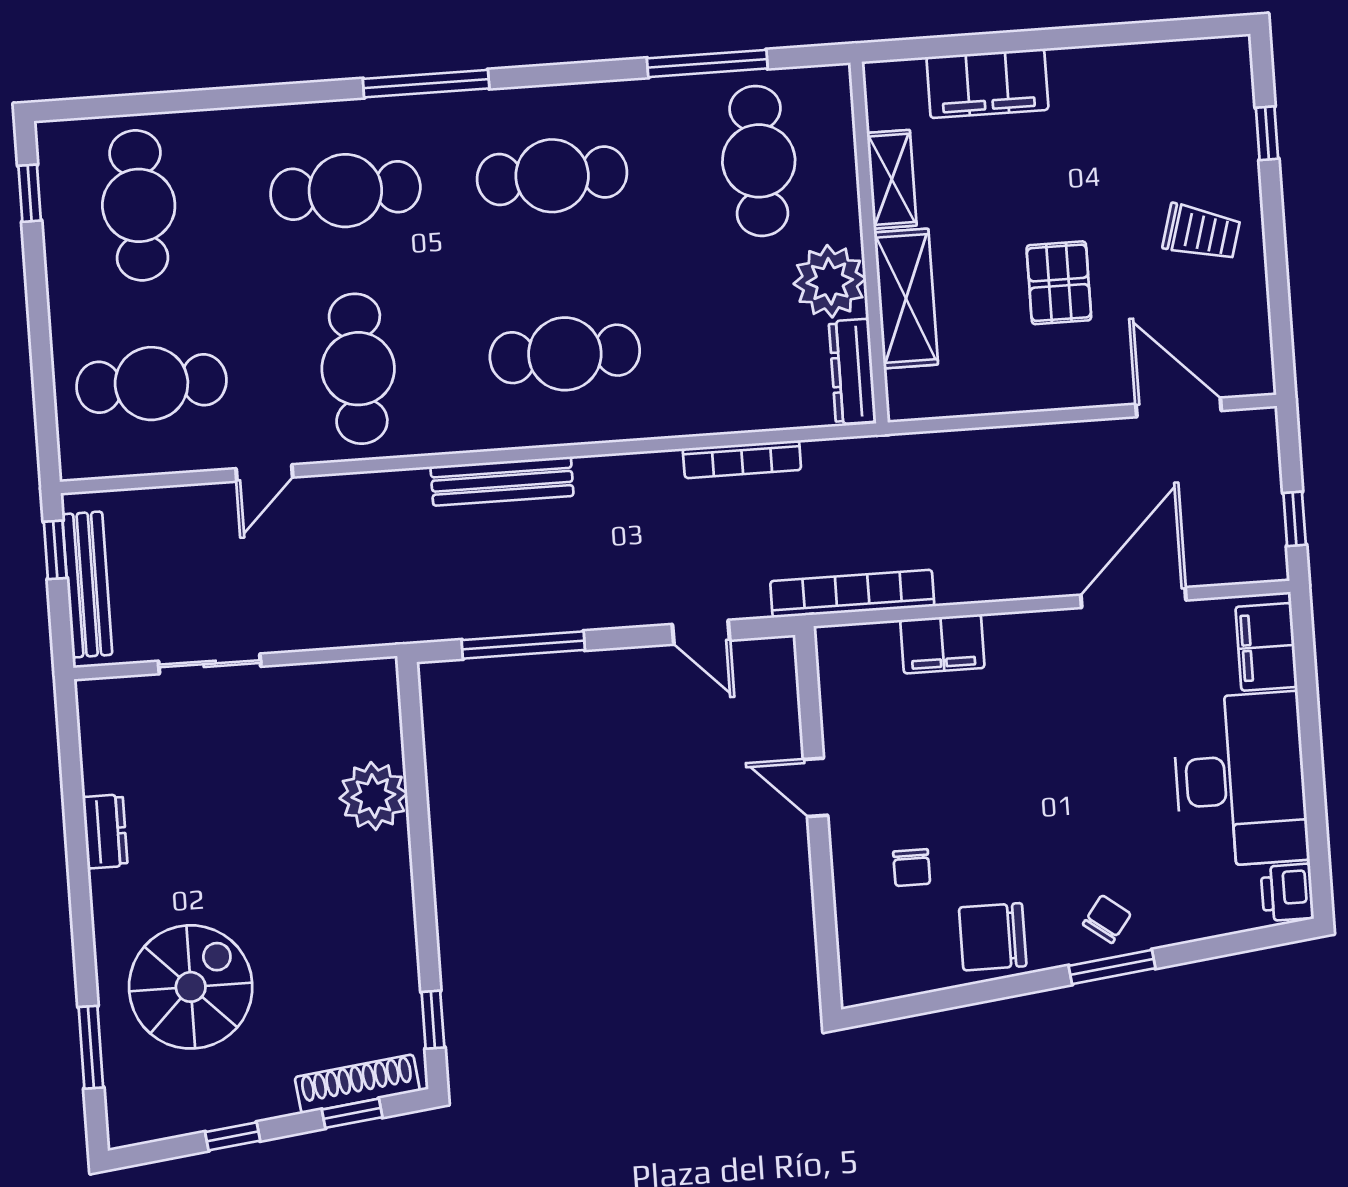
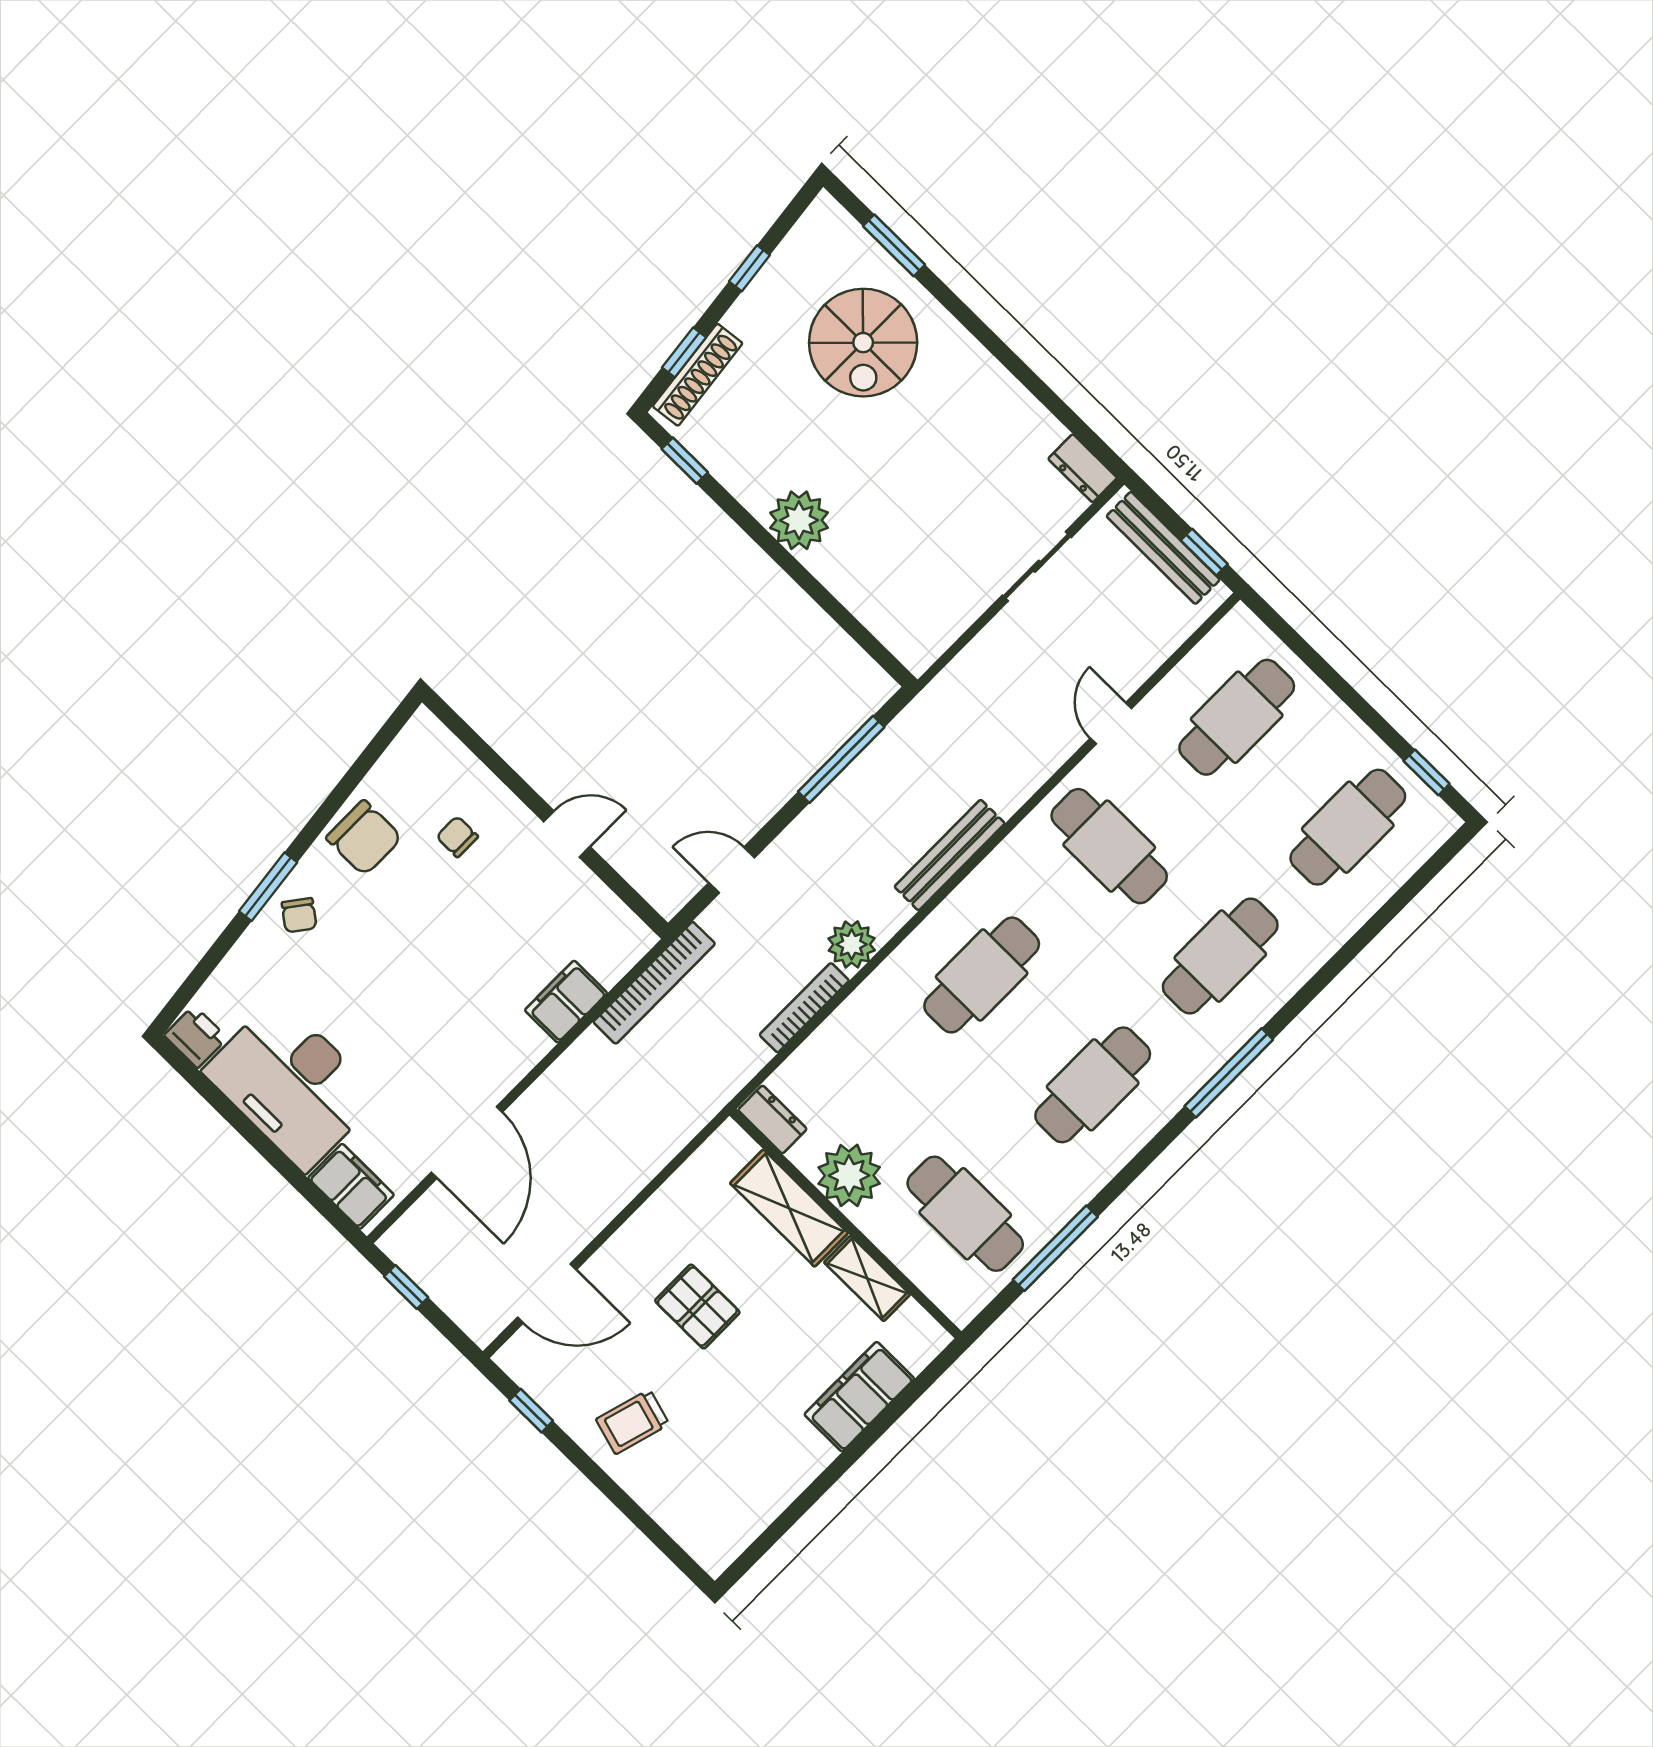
window: (1267, 133) -> (531, 1411), moved
cafe table: (139, 205) -> (1348, 827), turned 90
dresser: (852, 372) -> (772, 1119), width x0.70
plant: (654, 478) -> (852, 944), added
plant: (373, 796) -> (799, 520), moved
dresser: (105, 831) -> (1083, 468), moved
chair: (993, 937) -> (364, 838), turned 90

